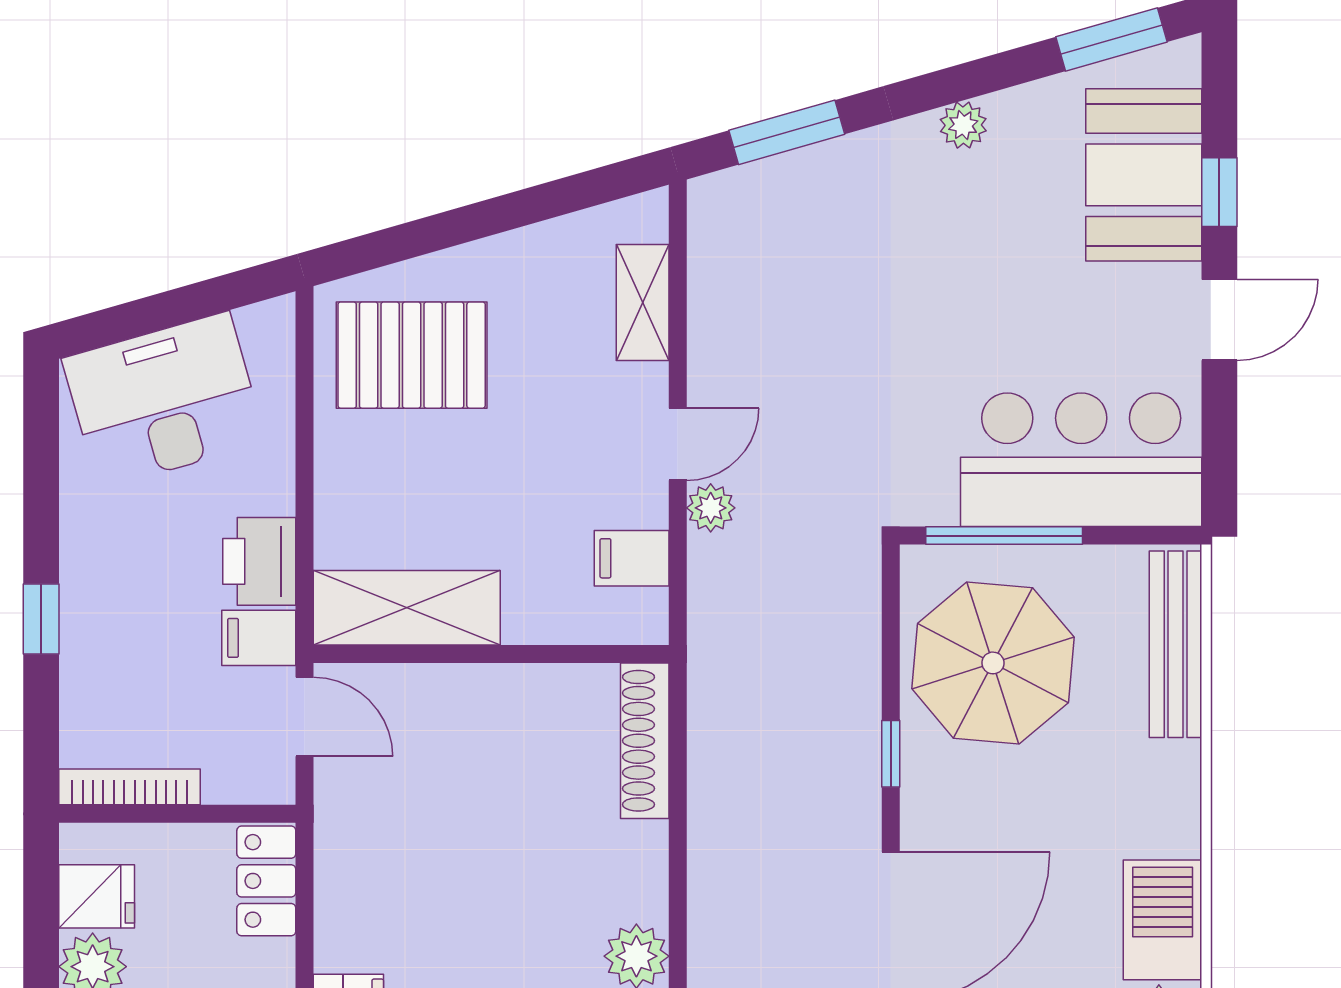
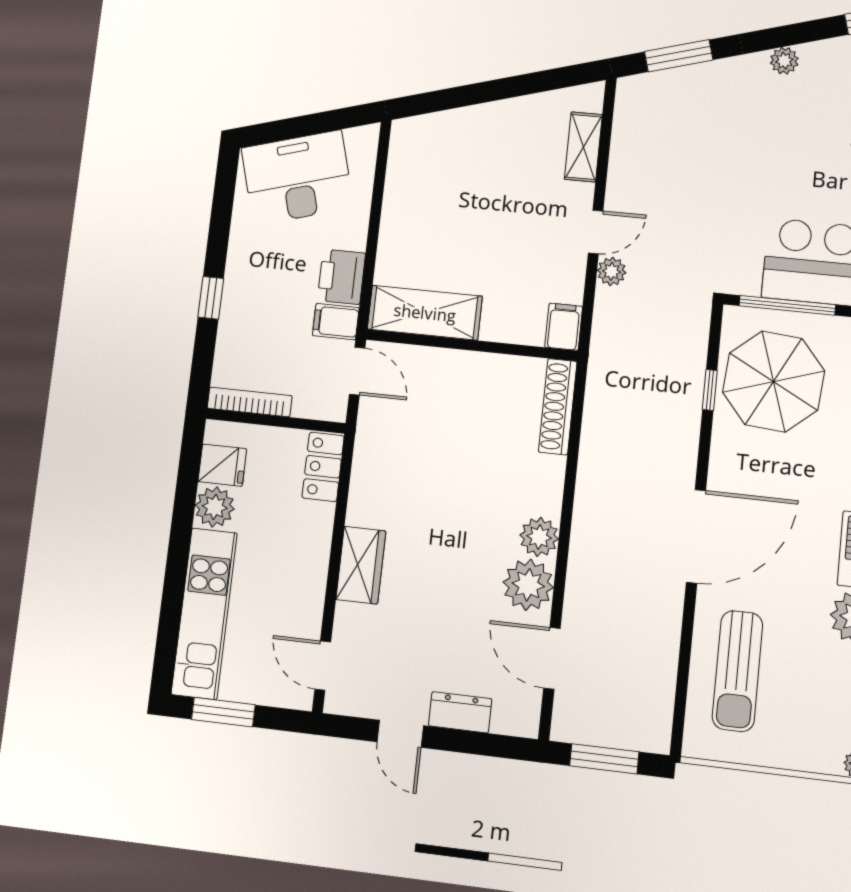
pallet: (412, 355) -> (444, 165), removed
filing cabinet: (632, 558) -> (564, 327), moved, turned 90
window: (891, 754) -> (710, 390), moved

